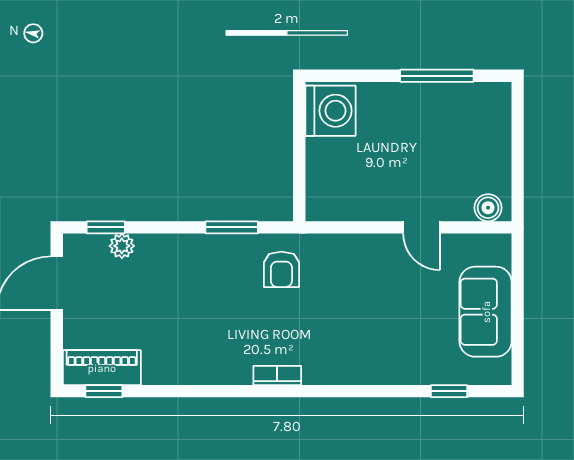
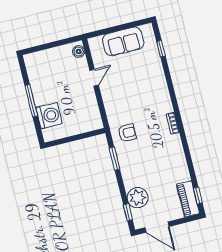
window: (437, 76) -> (31, 101), moved
washing machine: (330, 111) -> (49, 116), moved, turned 90
plant: (122, 246) -> (138, 198), width x1.87, depth x1.87

